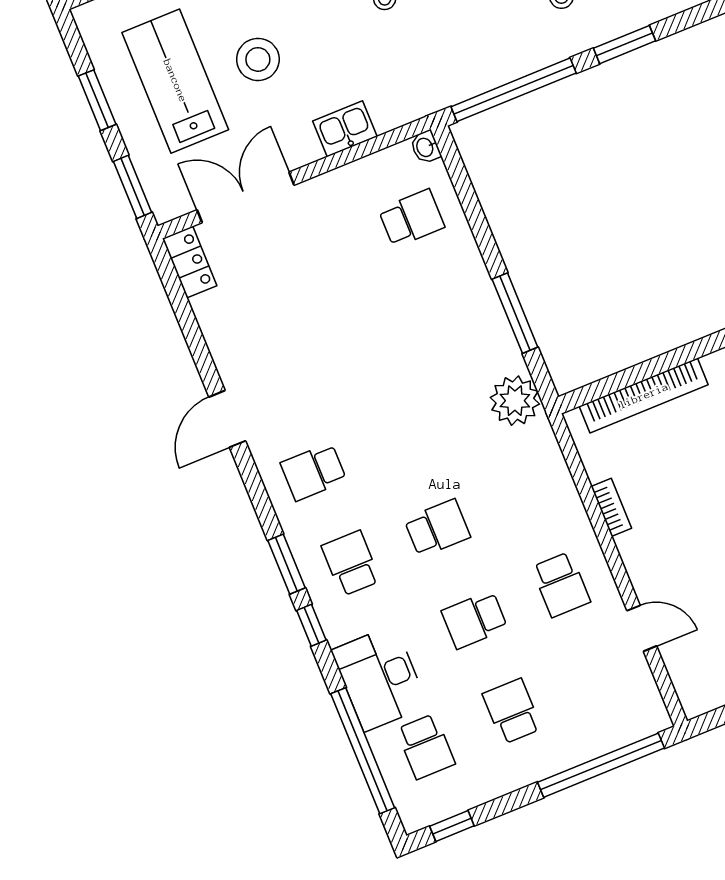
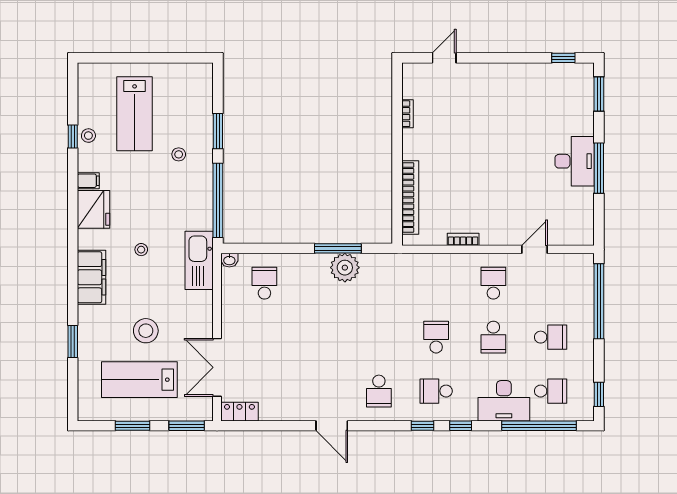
kitchen sink: (345, 129) -> (199, 260), moved, width x1.87, depth x1.24
plant: (515, 401) -> (345, 268), moved
window: (287, 564) -> (422, 426), width x0.67
school desk: (561, 584) -> (493, 283), turned -90
school desk: (512, 711) -> (551, 337), turned 180

